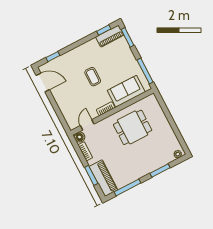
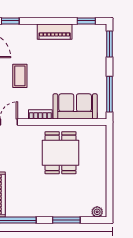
piano: (110, 36) -> (55, 32), moved
coffee table: (93, 77) -> (20, 76), moved
dining table: (133, 127) -> (60, 153), turned 90

